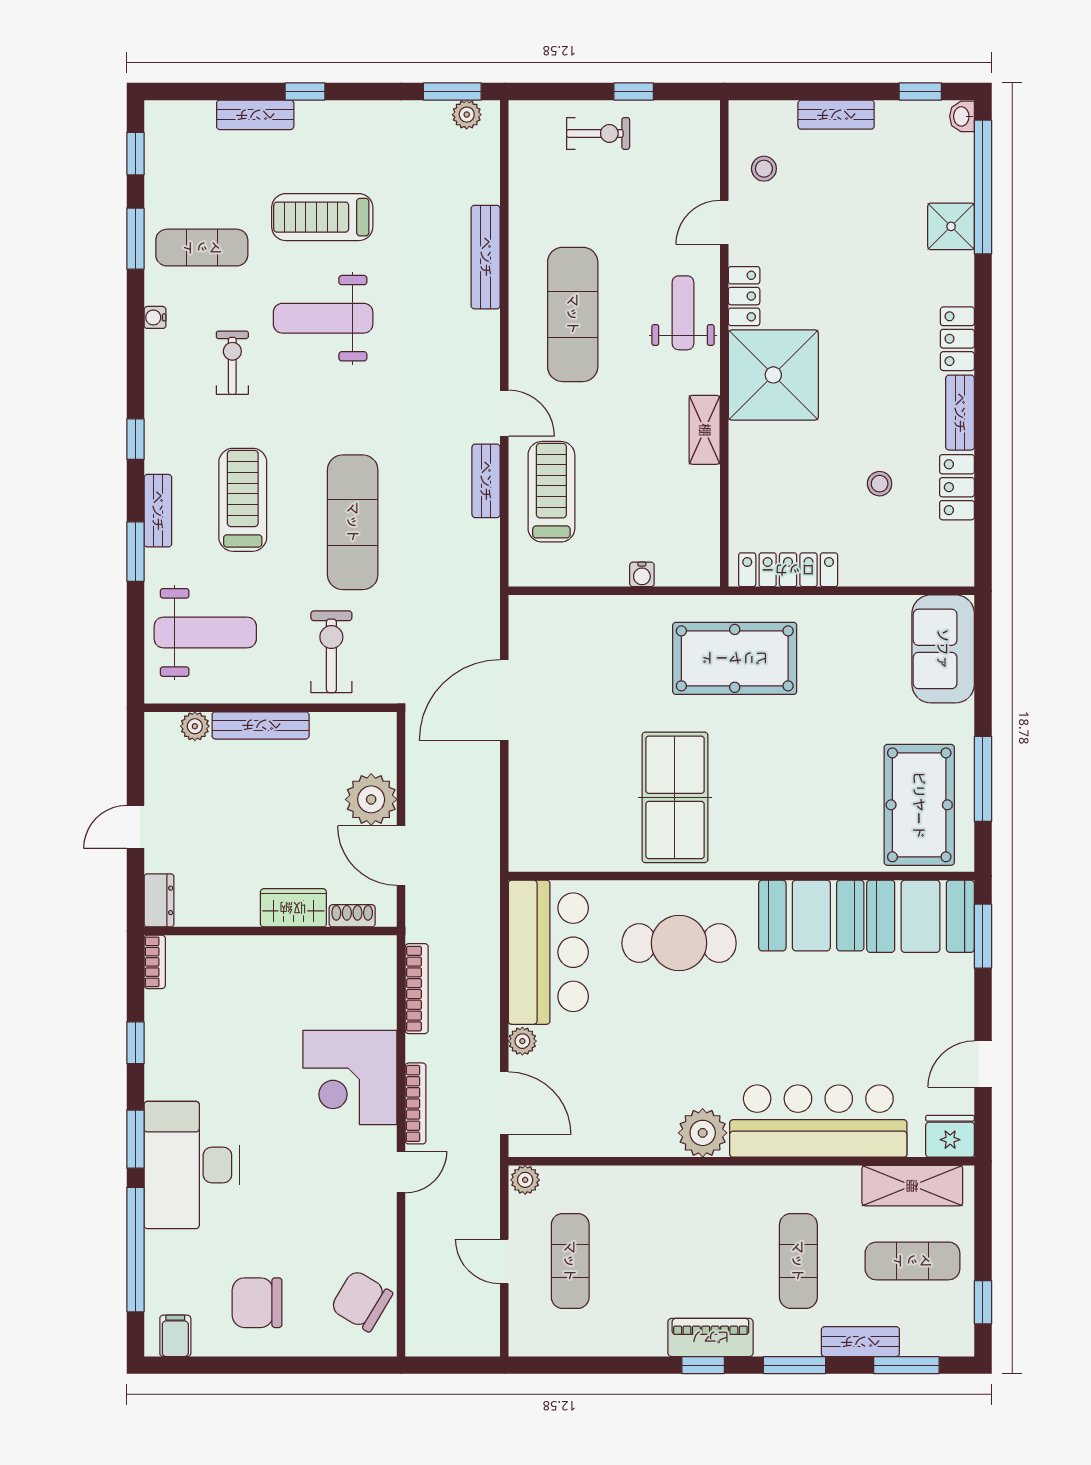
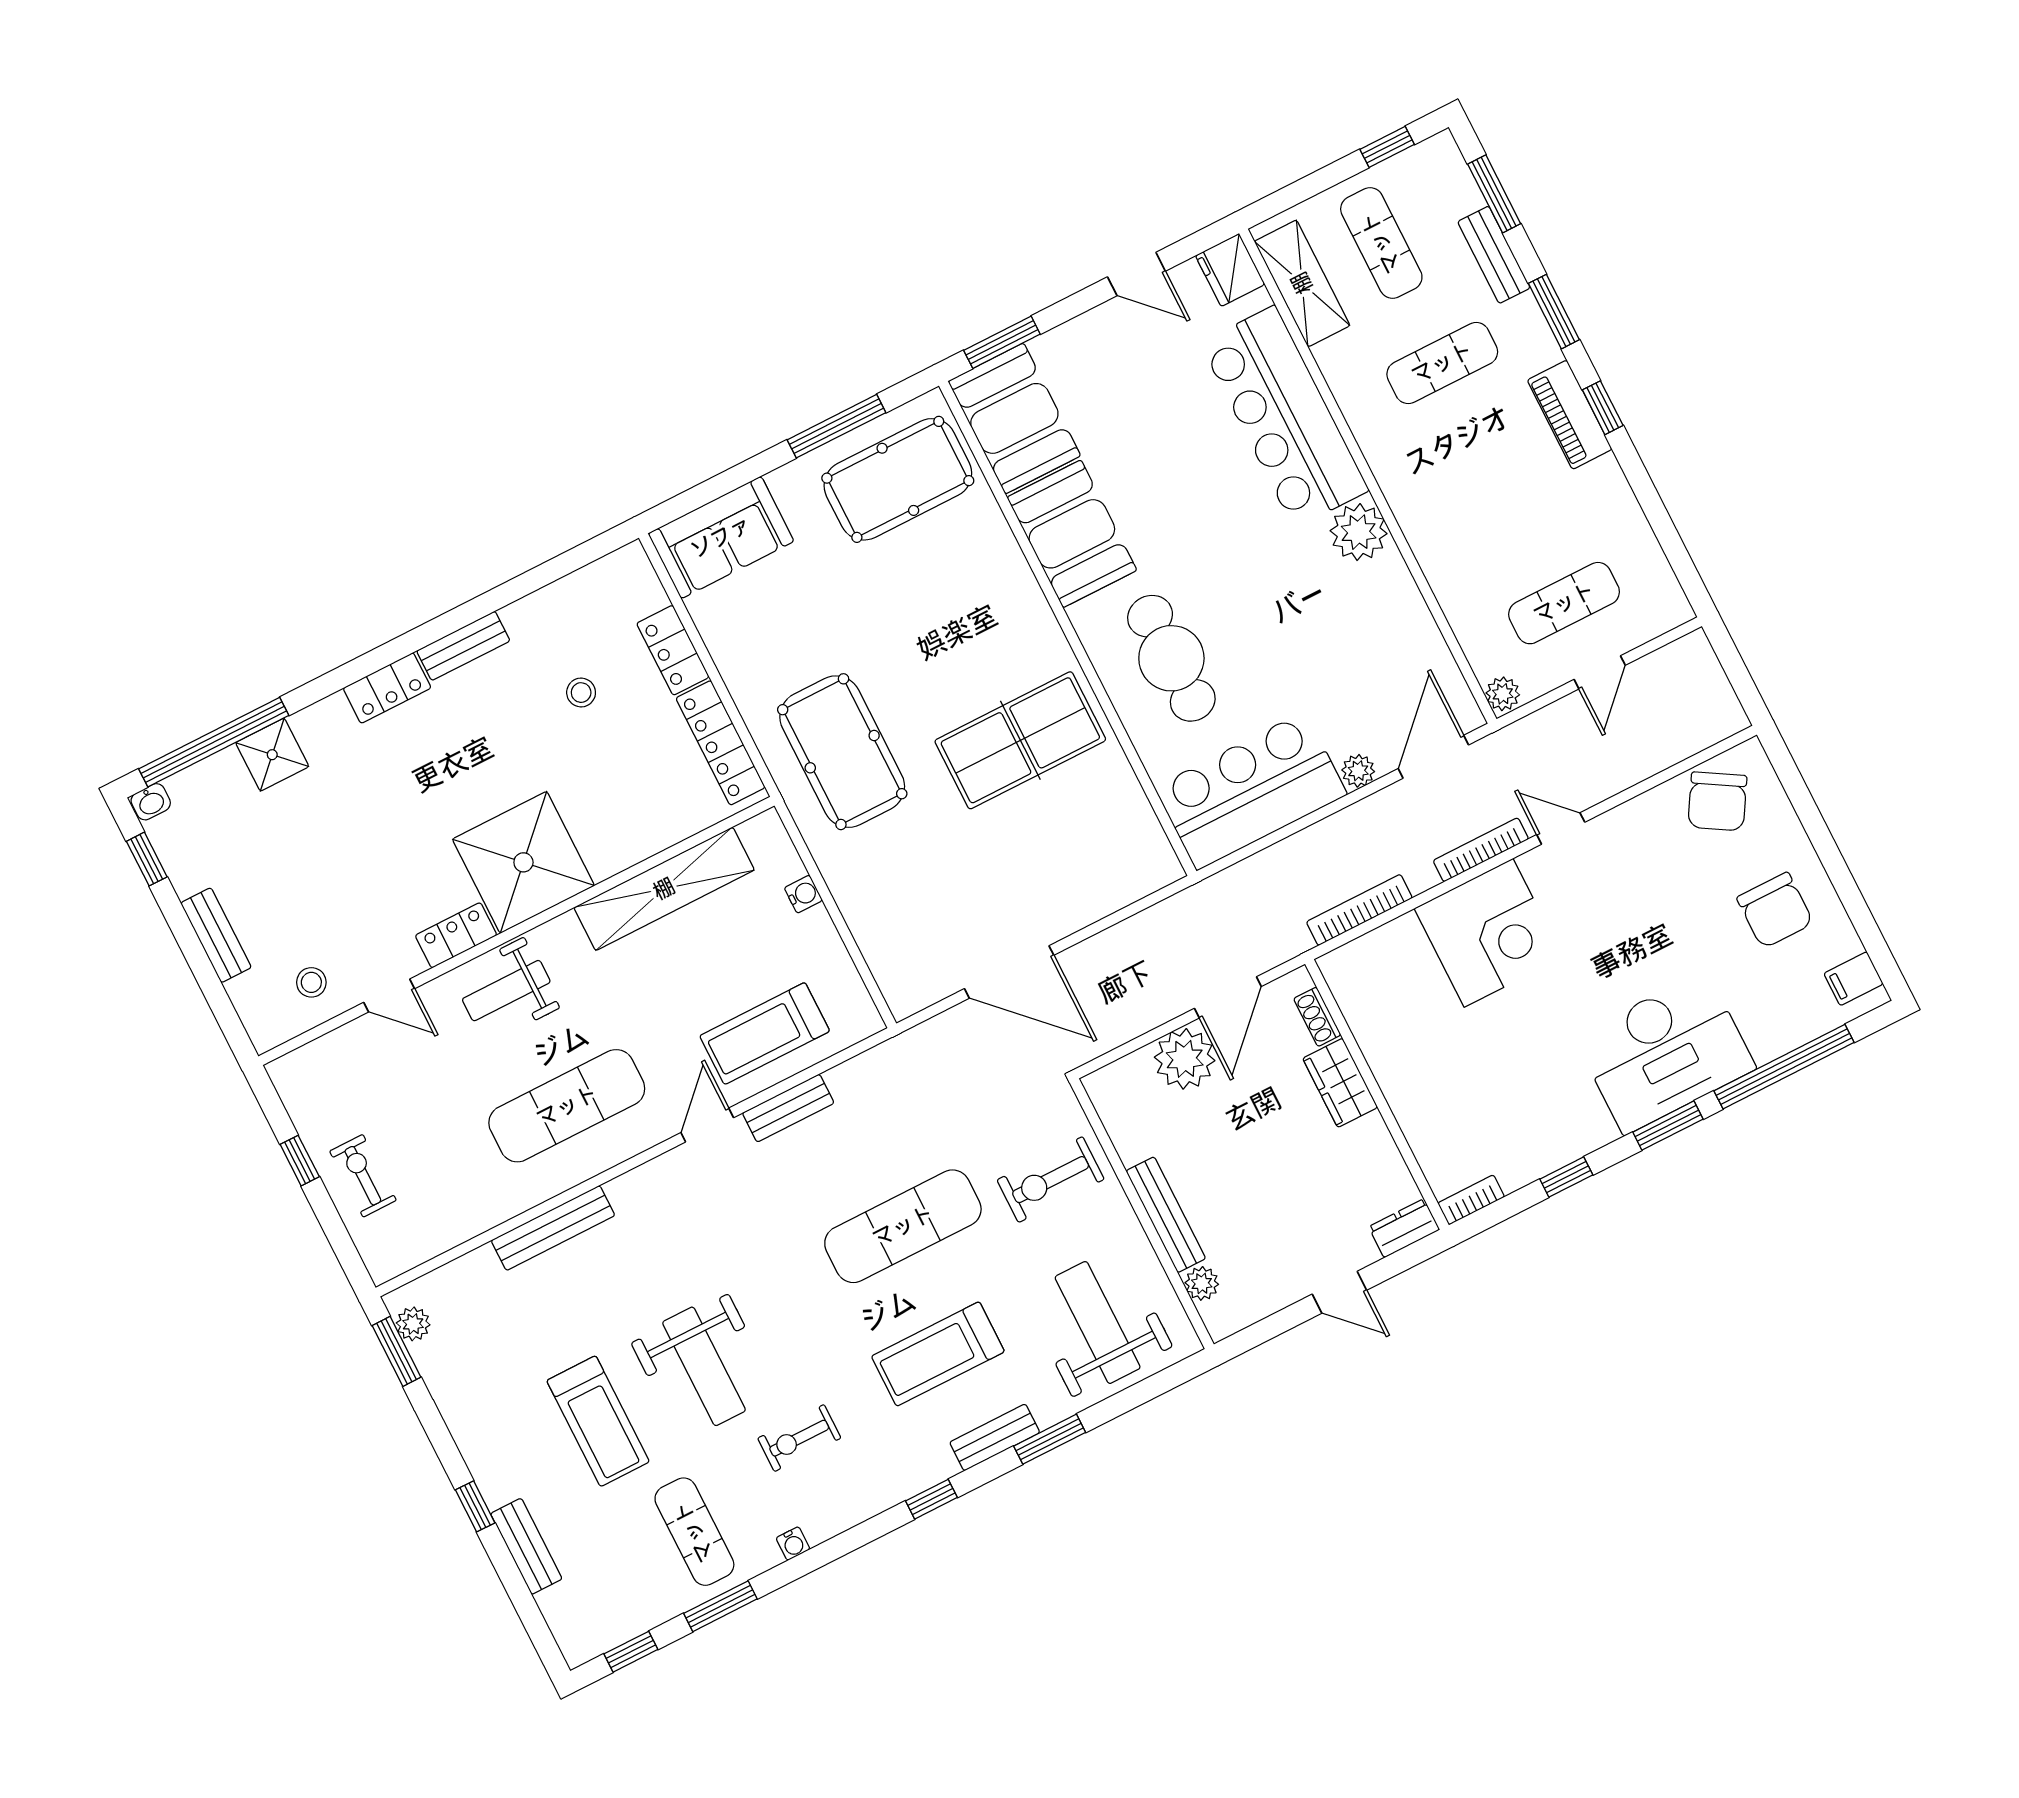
shelving: (705, 430) -> (664, 889), width x2.20, depth x1.33
locker: (957, 487) -> (673, 650), moved, turned 90

